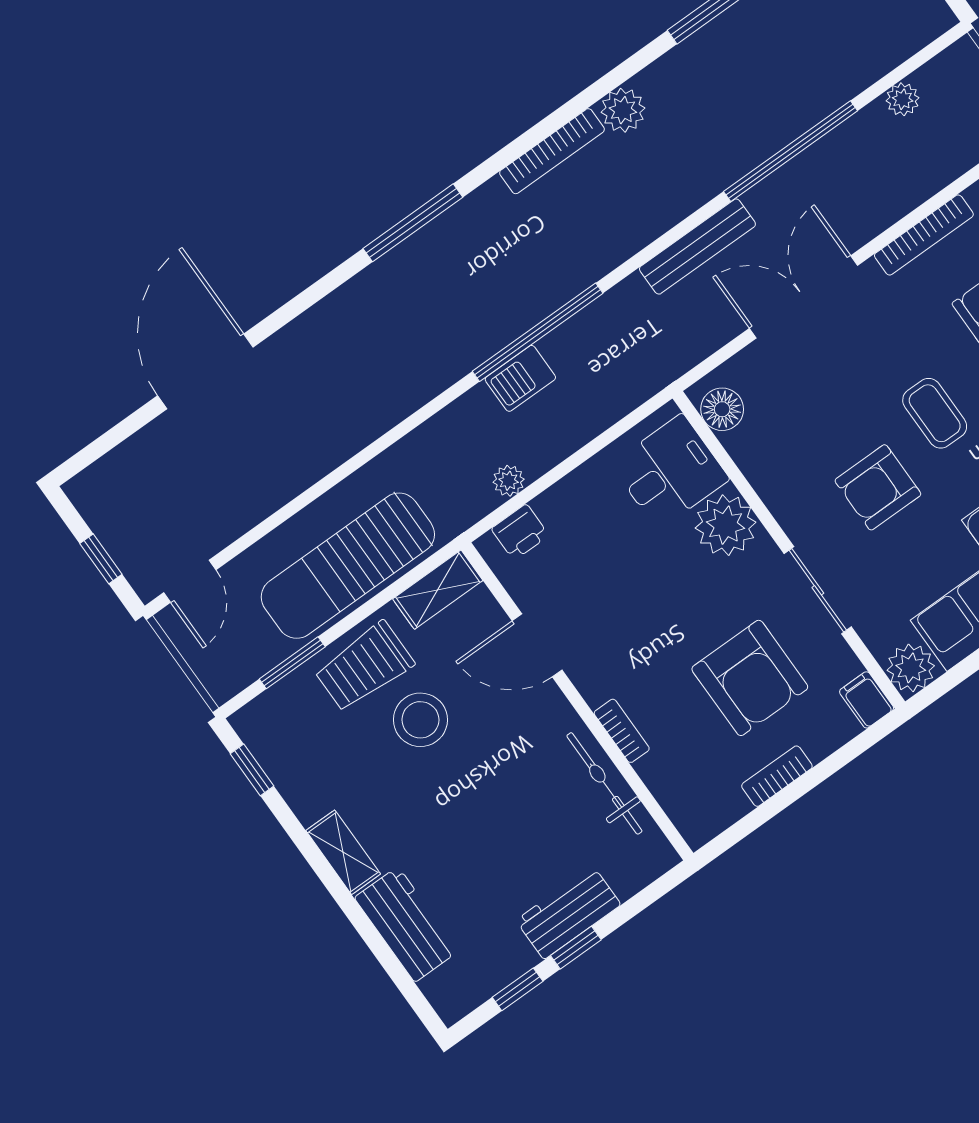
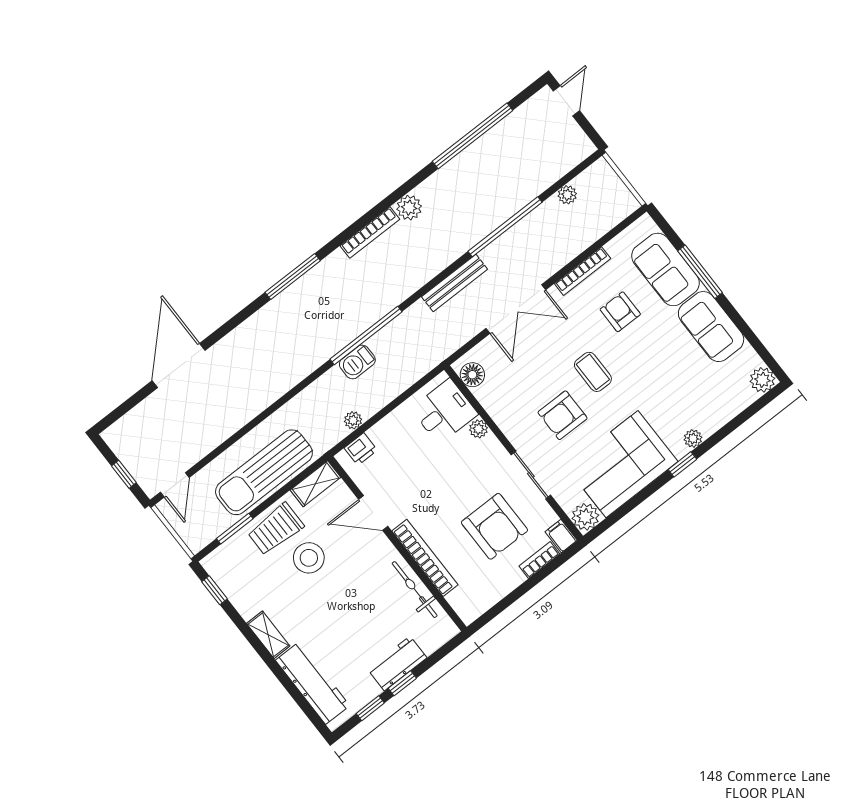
double door: (803, 297) -> (516, 309), swing flipped
plant: (726, 525) -> (478, 429), width x0.53, depth x0.53
bookcase: (622, 731) -> (425, 558), width x2.31, depth x1.31
bookcase: (777, 776) -> (539, 560), moved
workbench: (406, 924) -> (313, 683), width x1.38

